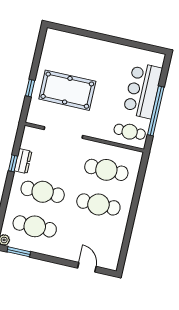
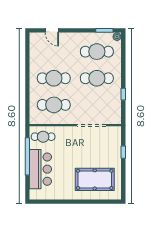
pool table: (67, 90) -> (95, 179), moved
dresser: (23, 161) -> (116, 97), removed

